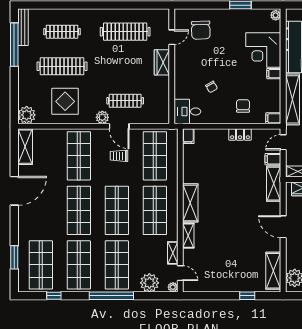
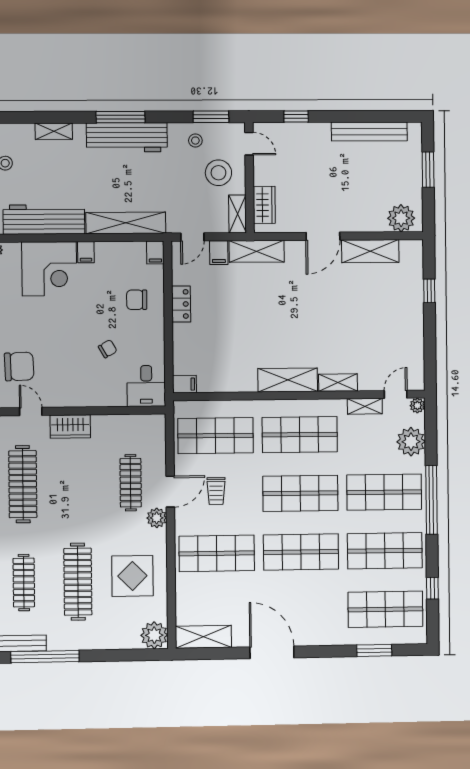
door: (283, 142) -> (192, 237), hinge flipped
shelving: (273, 271) -> (370, 251), moved

